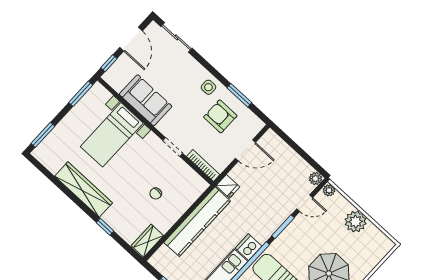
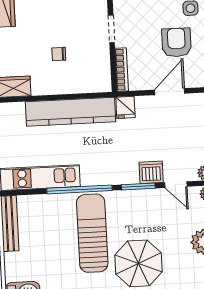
door: (245, 150) -> (170, 92), swing flipped
dishwasher: (248, 247) -> (151, 172), moved

